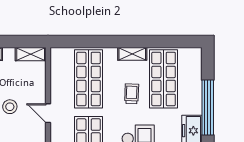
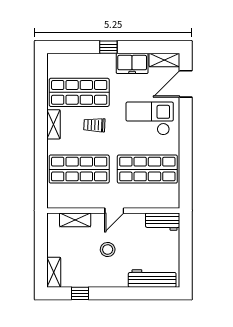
shelving: (31, 54) -> (75, 220), moved, turned 90
window: (208, 107) -> (108, 47), width x0.32

